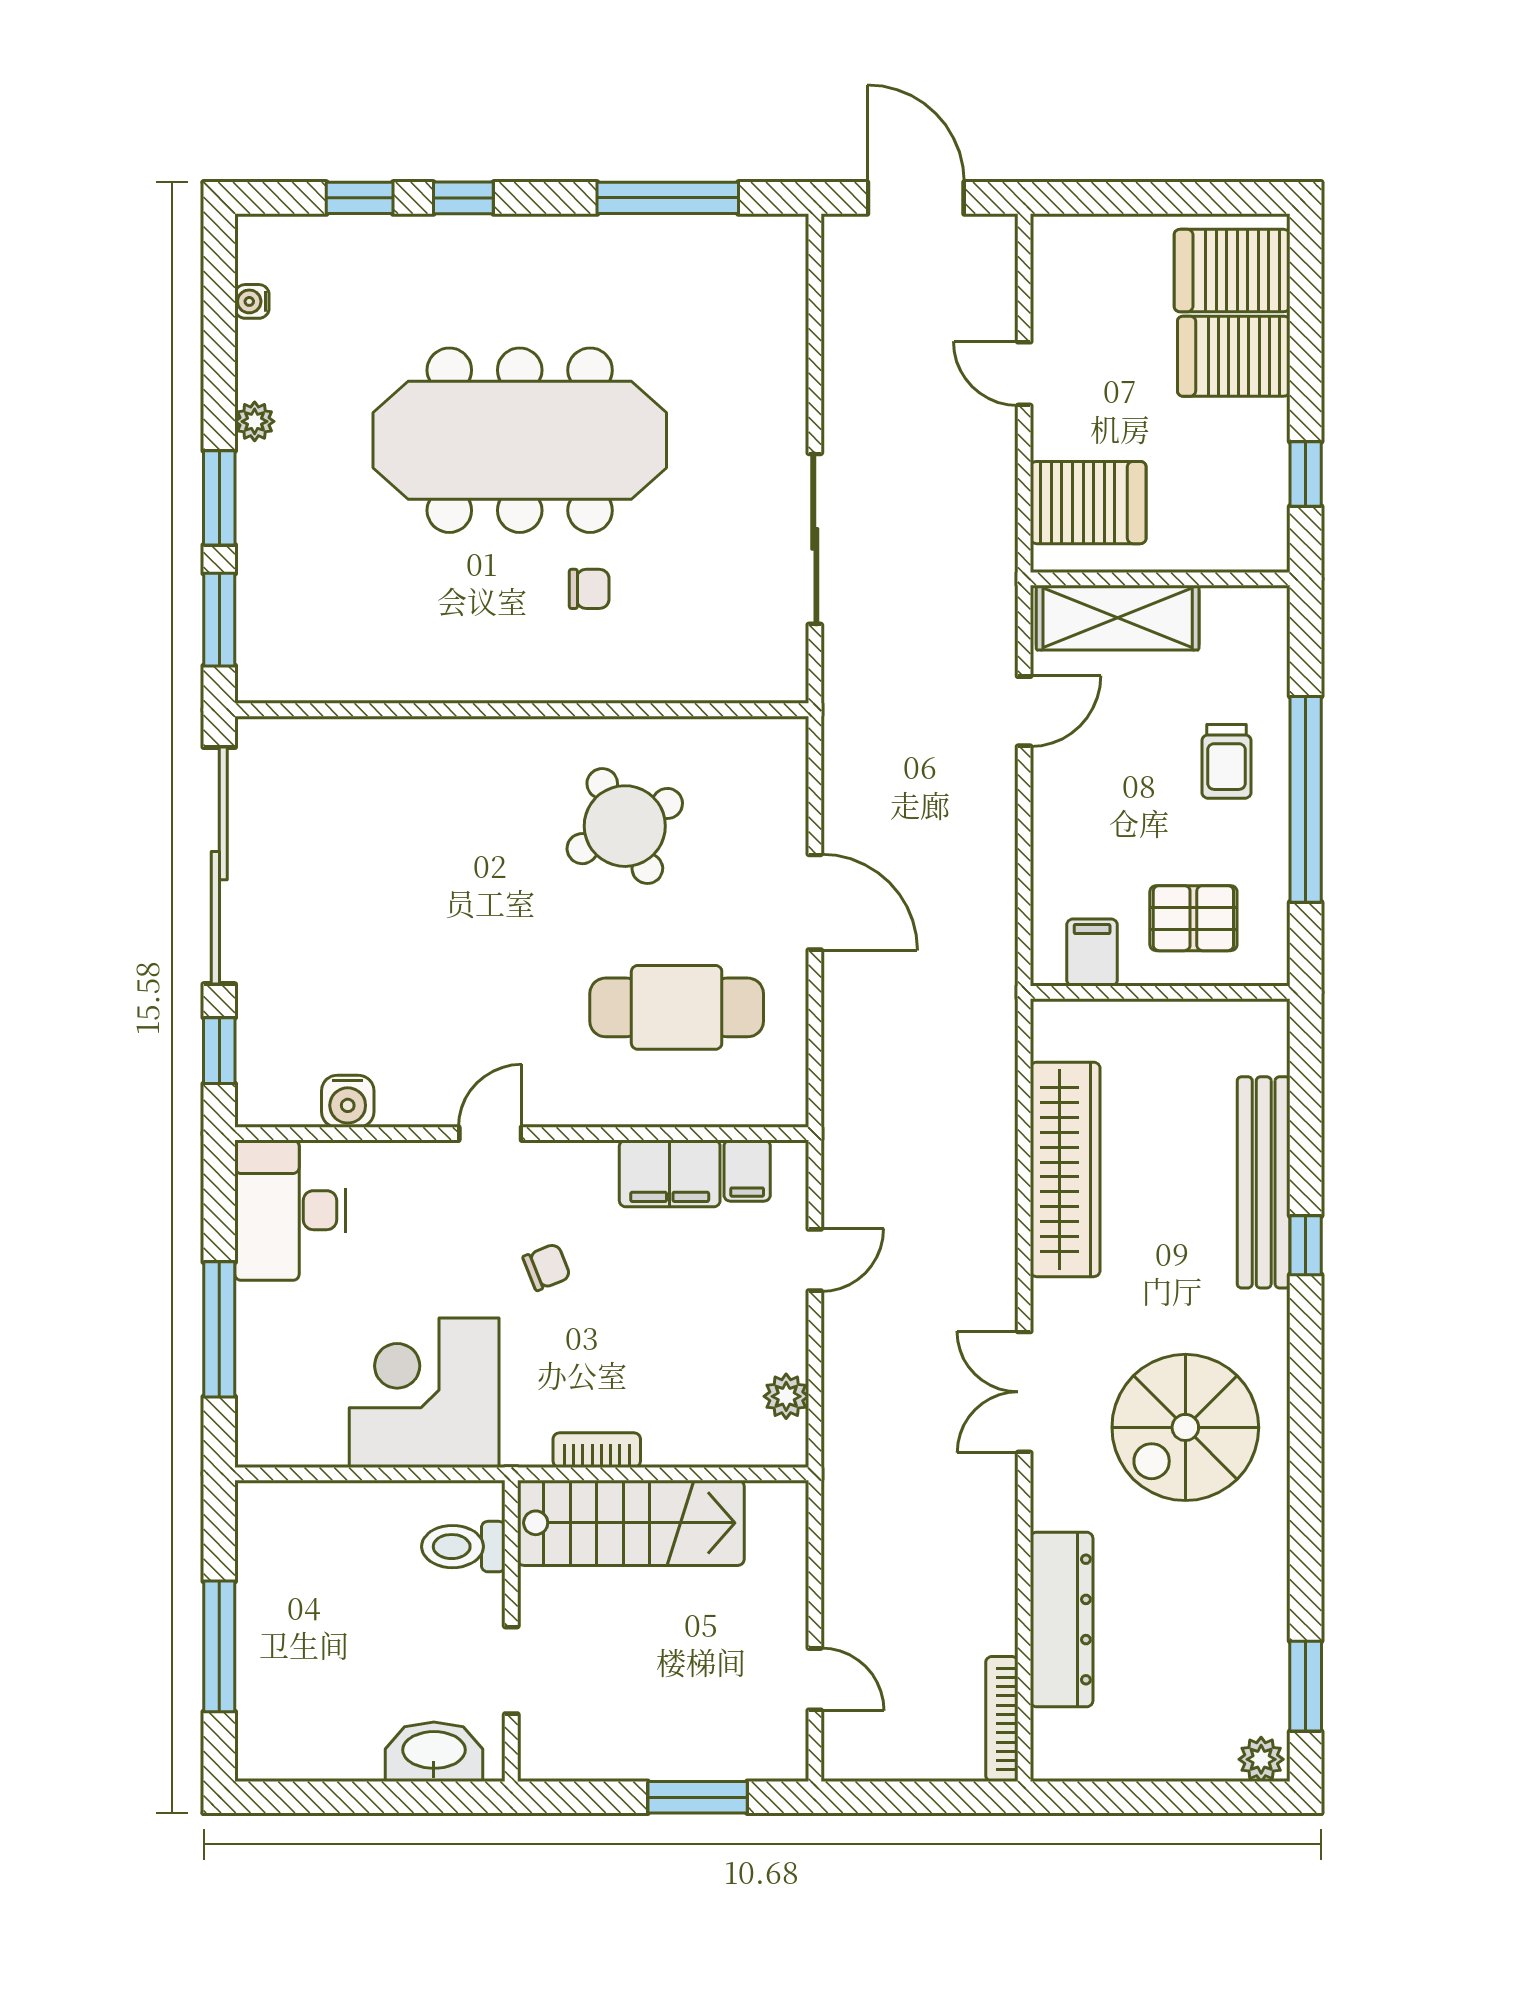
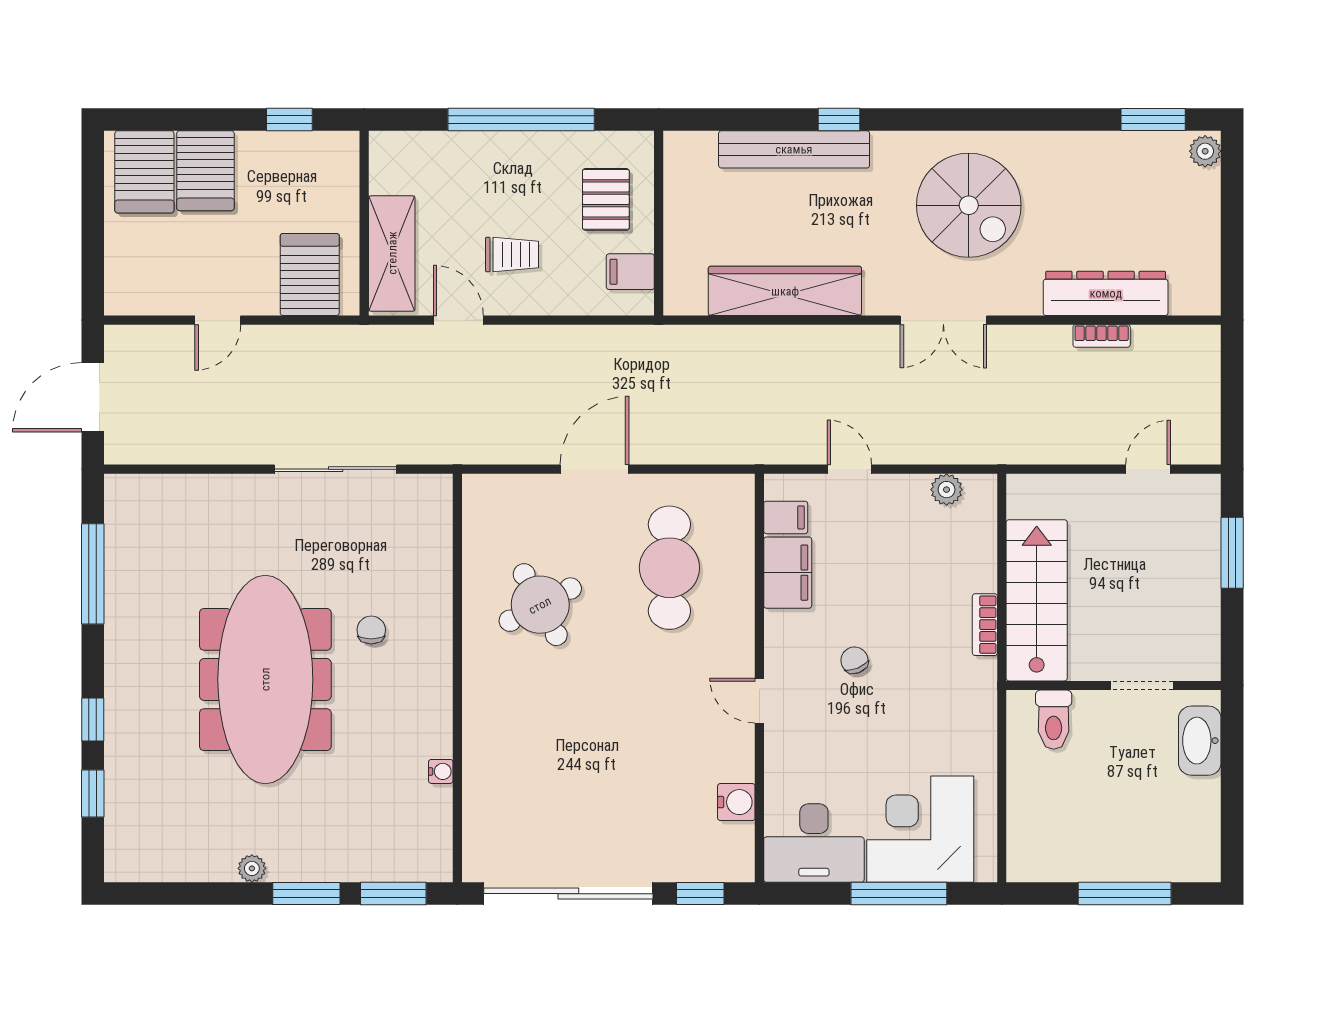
water cooler: (252, 301) -> (441, 771), moved, turned -90
trolley: (1226, 761) -> (512, 254), moved
corner desk: (424, 1393) -> (920, 829), moved, turned 90
bookcase: (1002, 1719) -> (1102, 336), moved, width x0.64

